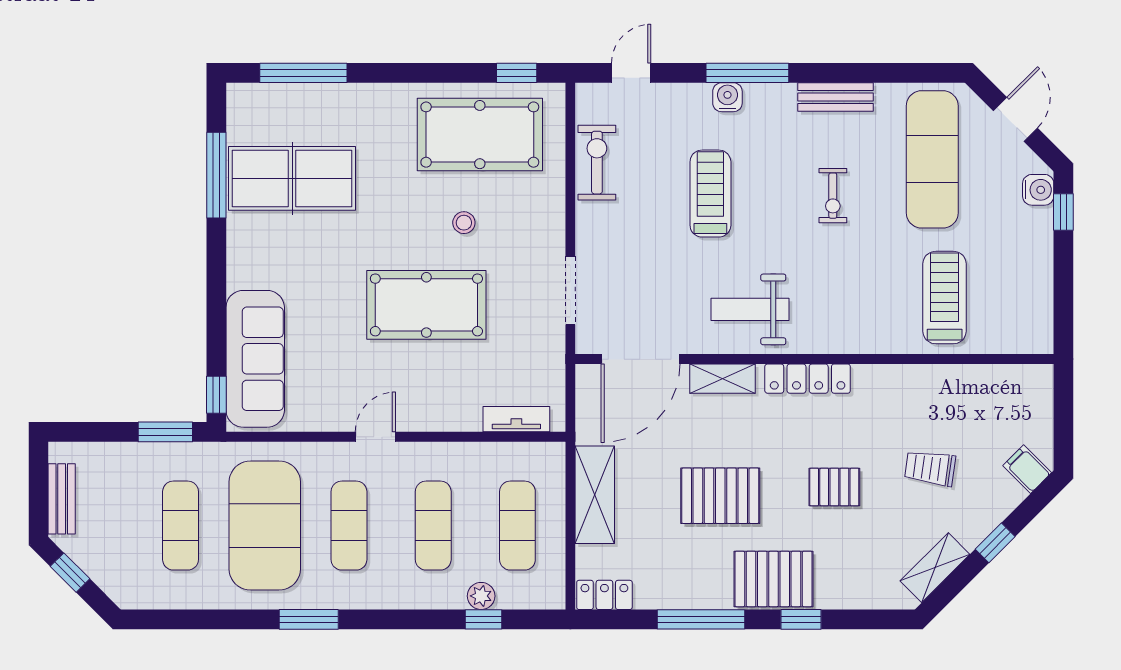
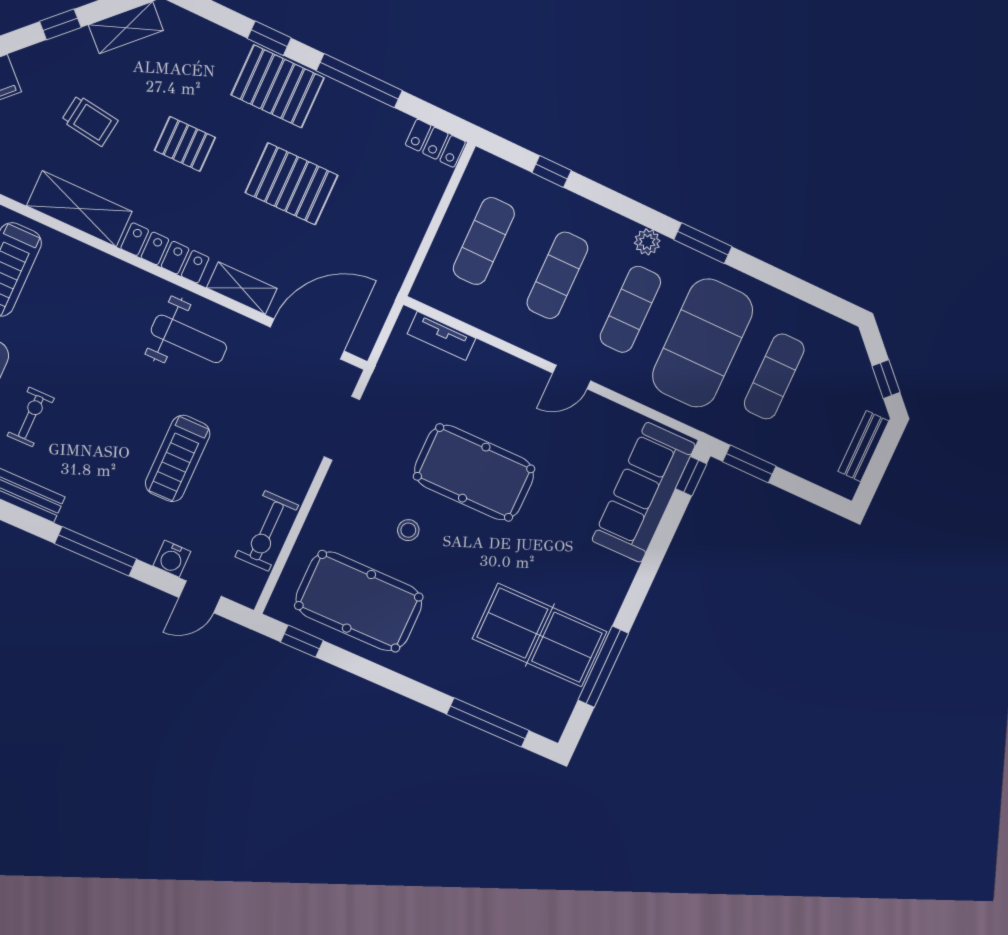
water cooler: (727, 97) -> (172, 559), moved
exercise bike: (833, 196) -> (31, 417), moved
shelving: (595, 495) -> (79, 209), moved, turned 90
plant: (481, 596) -> (647, 242), moved

